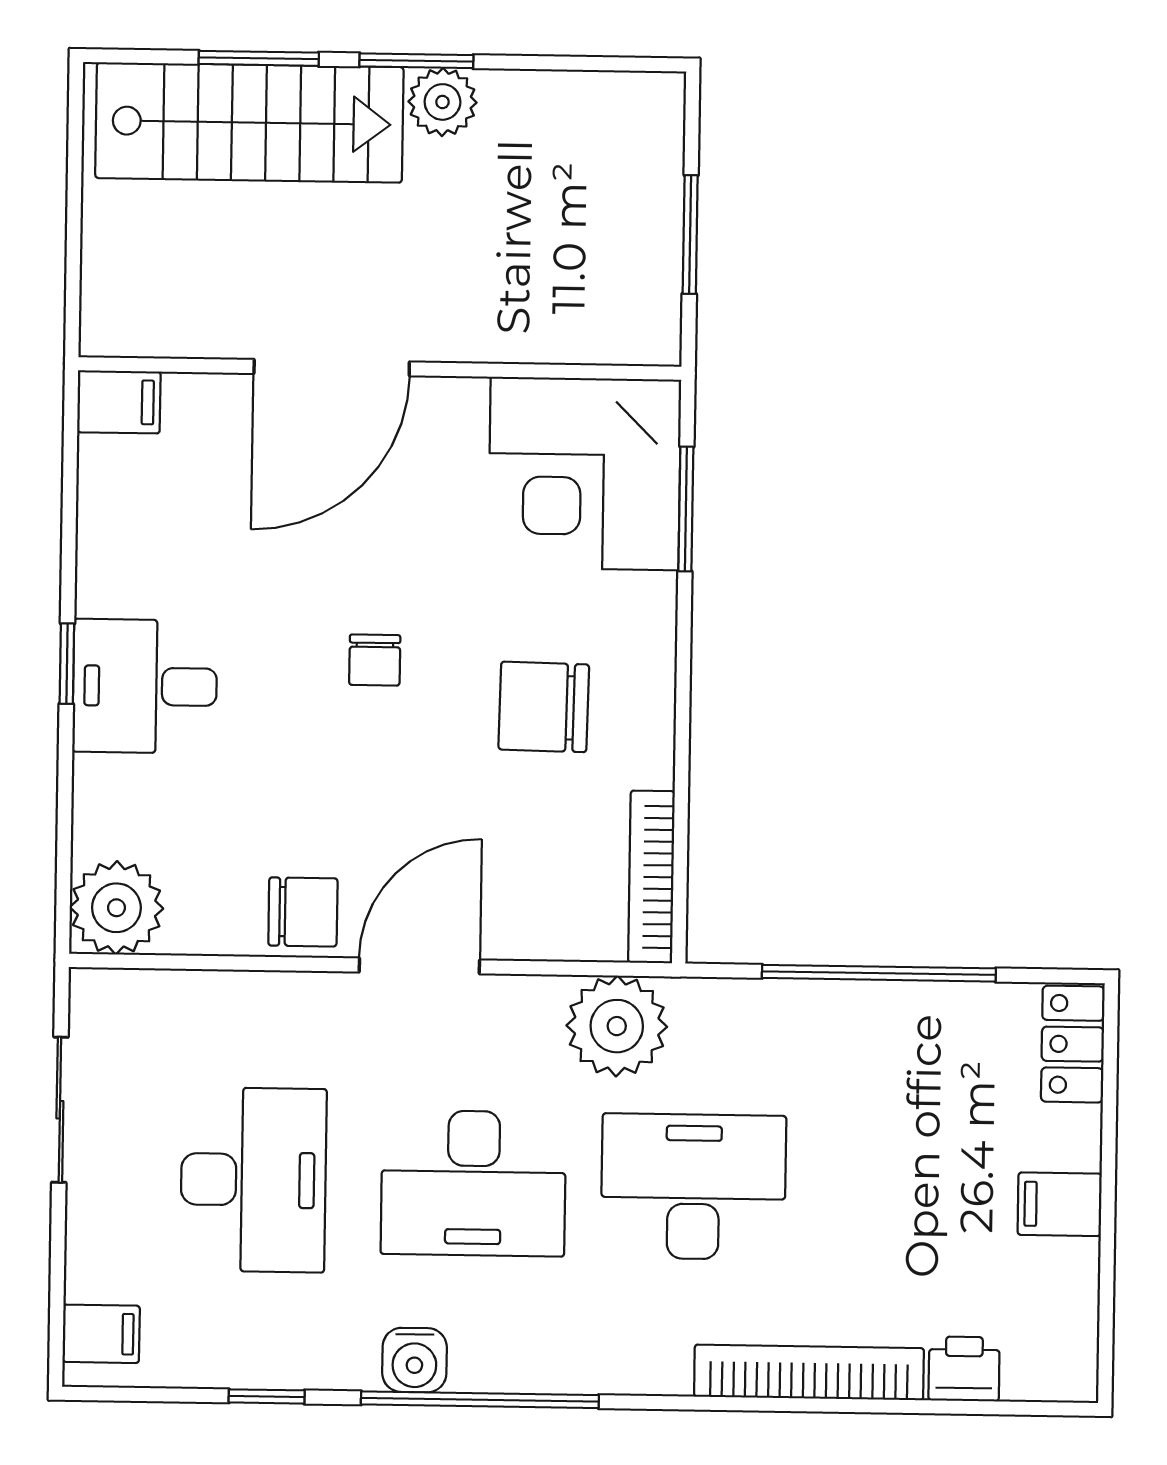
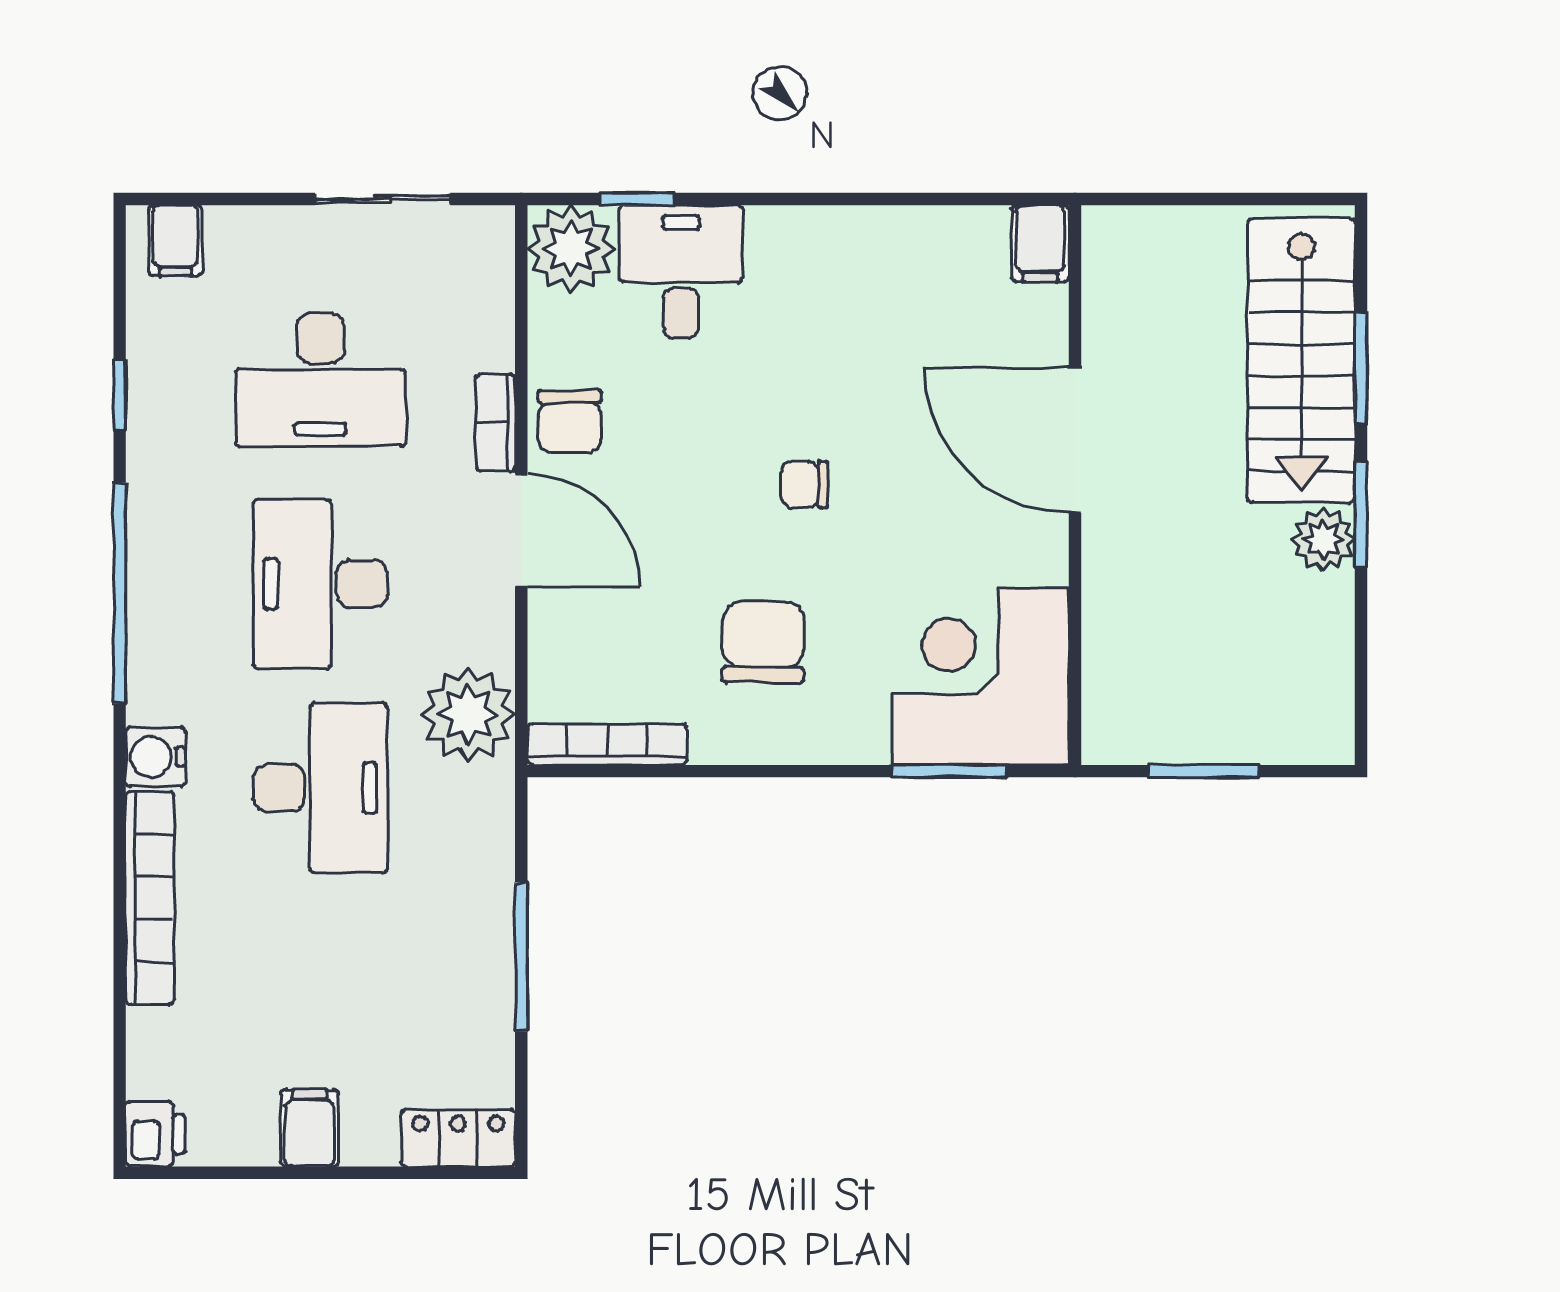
window: (67, 664) -> (638, 199), moved
desk: (145, 686) -> (681, 272), moved
window: (879, 973) -> (521, 957), width x0.68
bookcase: (303, 992) -> (496, 423), added
water cooler: (414, 1360) -> (156, 757), moved
printer: (964, 1369) -> (155, 1134), moved

